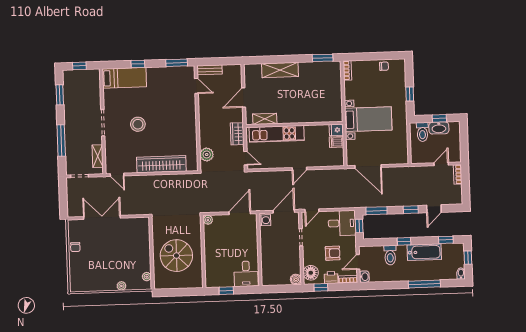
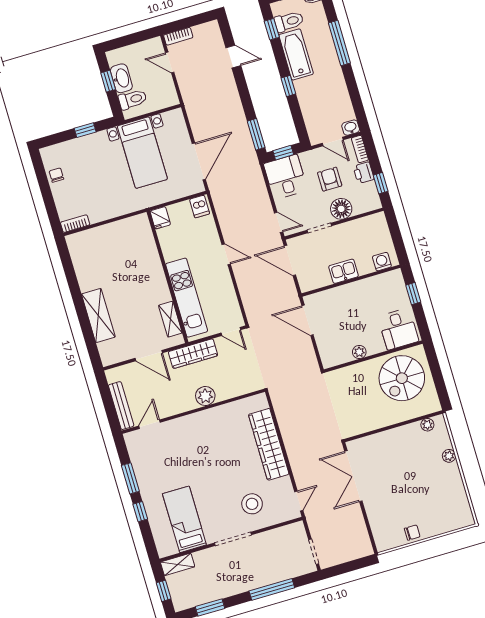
window: (323, 58) -> (67, 262), removed
window: (177, 63) -> (130, 478), moved
bench: (210, 70) -> (121, 406), width x1.36
bed: (124, 78) -> (184, 519), moved
bed with nightstands: (368, 119) -> (142, 153), moved, turned 180
stool: (138, 124) -> (252, 504), moved
wardrobe: (237, 134) -> (193, 354), width x1.50
dishwasher: (336, 142) -> (200, 206), moved
plant: (207, 155) -> (205, 396), moved
shelving: (98, 156) -> (178, 564), moved
door: (246, 158) -> (231, 331), swing flipped
window: (411, 210) -> (243, 88), removed
double door: (102, 217) -> (353, 476), moved
plant: (208, 220) -> (359, 352), moved
washing machine: (265, 220) -> (382, 262), moved
kitchen sink: (267, 246) -> (344, 271), added
toilet: (390, 255) -> (289, 21), moved
spiral stairs: (176, 256) -> (402, 378), moved
floor lamp: (311, 273) -> (341, 209), moved
desk: (246, 274) -> (398, 329), moved, turned 90
boiler: (296, 279) -> (379, 220), removed
window: (226, 291) -> (413, 294), moved

